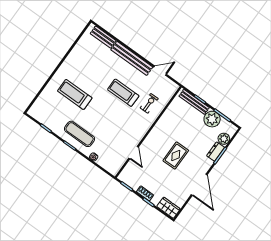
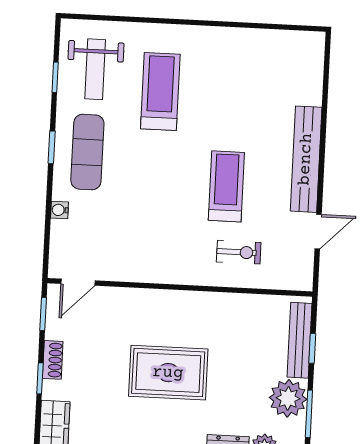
bench: (103, 37) -> (312, 74), removed
door: (160, 71) -> (318, 232), hinge flipped
weight bench: (52, 112) -> (95, 69), added
door: (133, 153) -> (78, 282), moved
rug: (176, 156) -> (168, 373), width x1.36, depth x1.43

